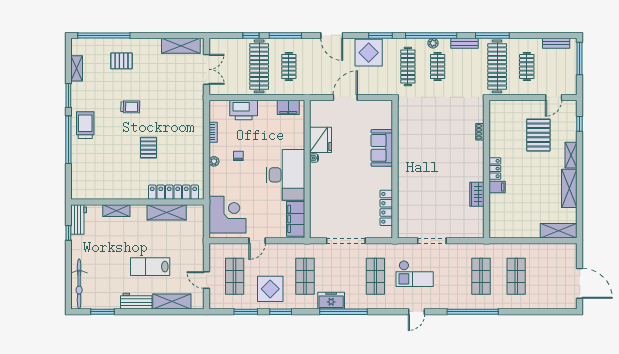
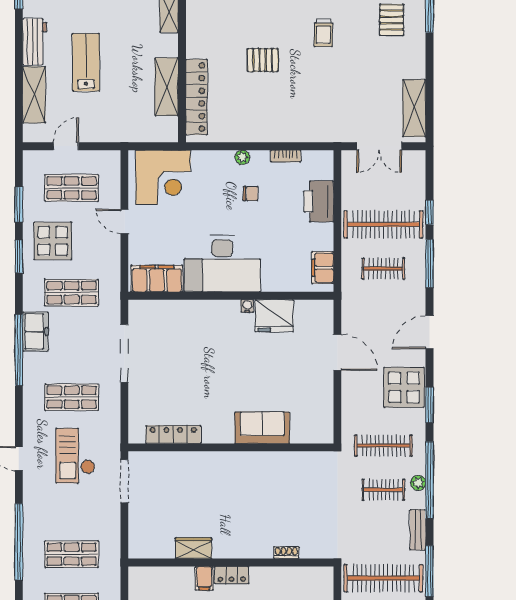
sofa: (382, 148) -> (262, 428), moved
wall: (395, 169) -> (231, 447), moved
locker: (386, 208) -> (173, 434), moved

